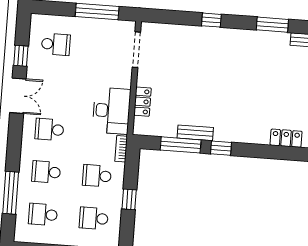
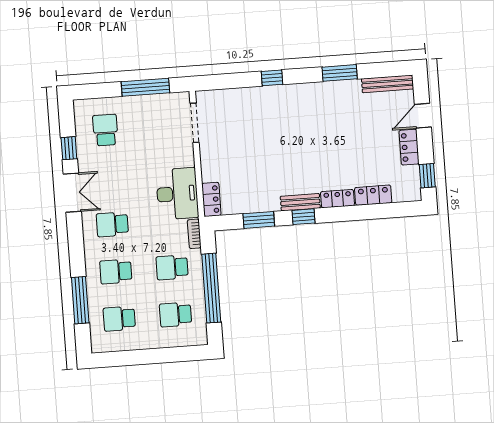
school desk: (56, 44) -> (105, 130), turned -90
locker: (143, 102) -> (211, 199), moved
bench: (195, 133) -> (300, 202), moved
locker: (254, 136) -> (337, 199), added
window: (181, 145) -> (259, 220), width x0.69
window: (129, 199) -> (211, 288), width x3.17

